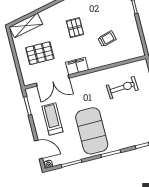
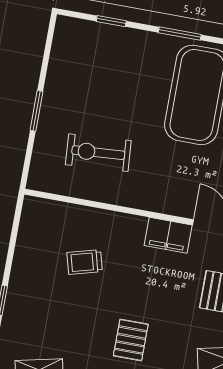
pallet: (75, 28) -> (131, 340), moved

